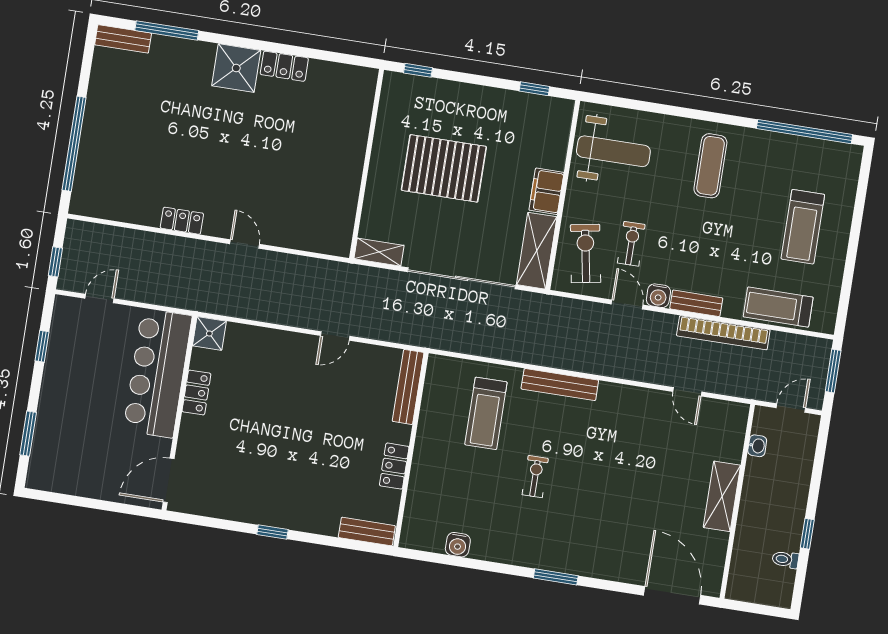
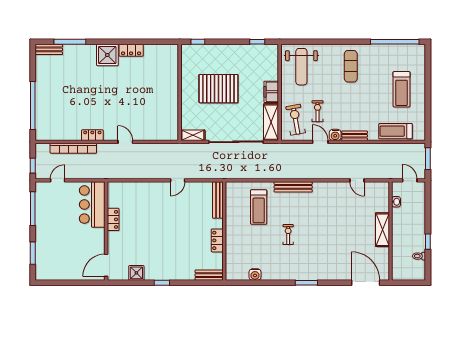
weight bench: (613, 151) -> (301, 67), turned 90
shower: (209, 333) -> (136, 273), moved
bookcase: (723, 333) -> (73, 148), moved
window: (42, 346) -> (33, 209), width x2.17
bar counter: (158, 373) -> (92, 205), width x0.73
door: (791, 408) -> (410, 180), hinge flipped

